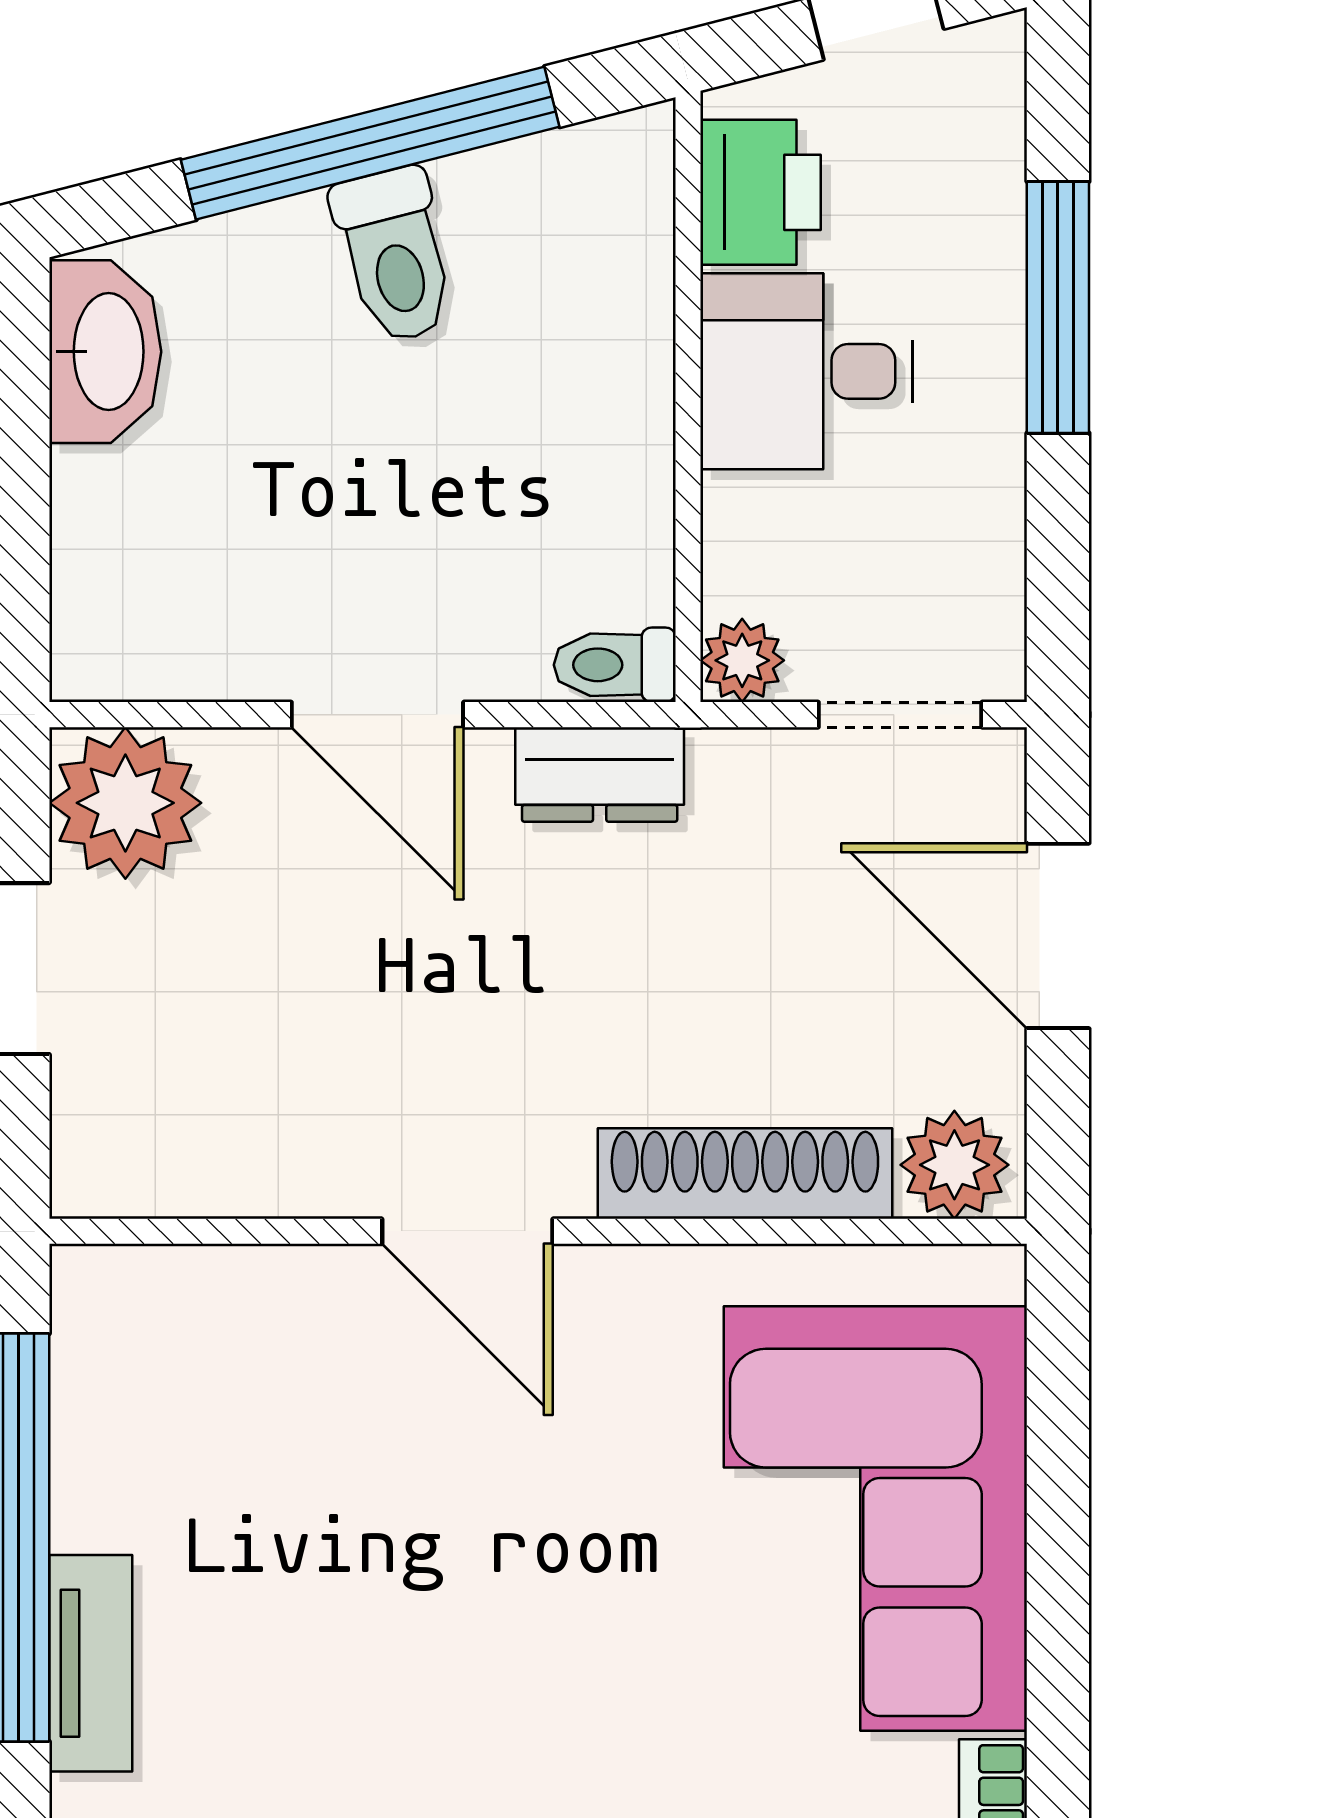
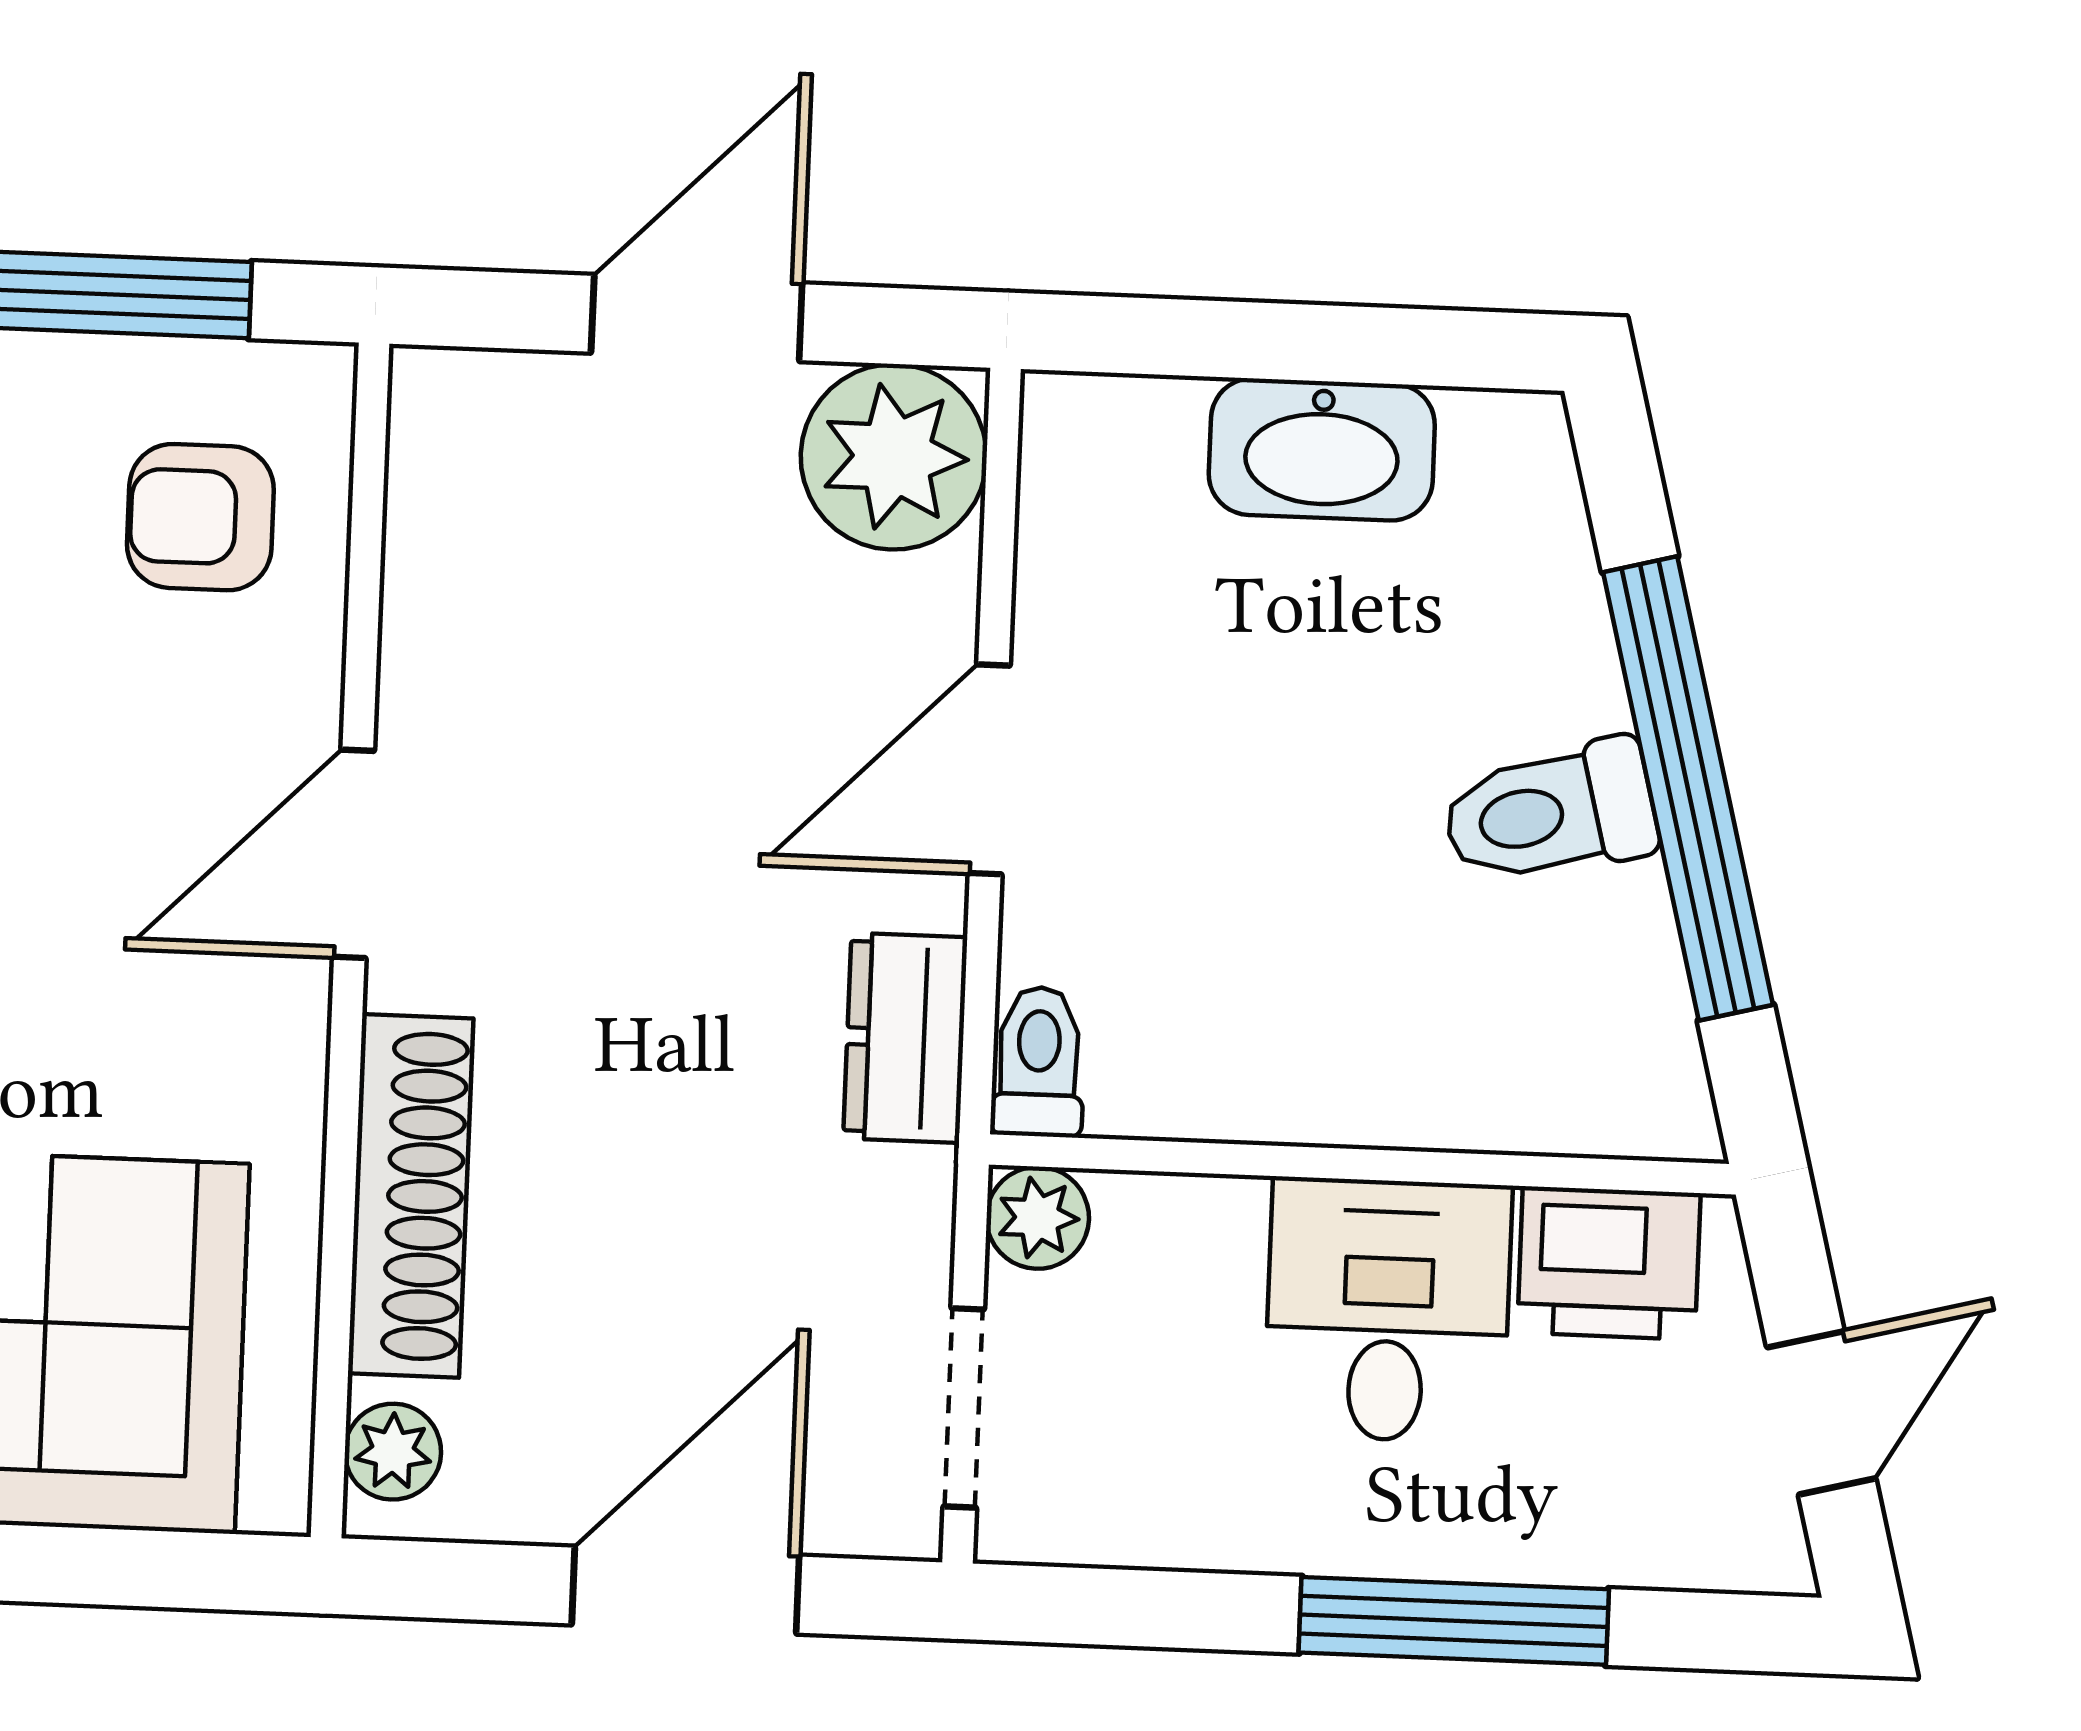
washbasin: (105, 352) -> (1322, 450), moved
plant: (954, 1165) -> (393, 1452), width x0.73, depth x0.73
armchair: (197, 1367) -> (200, 517), added

